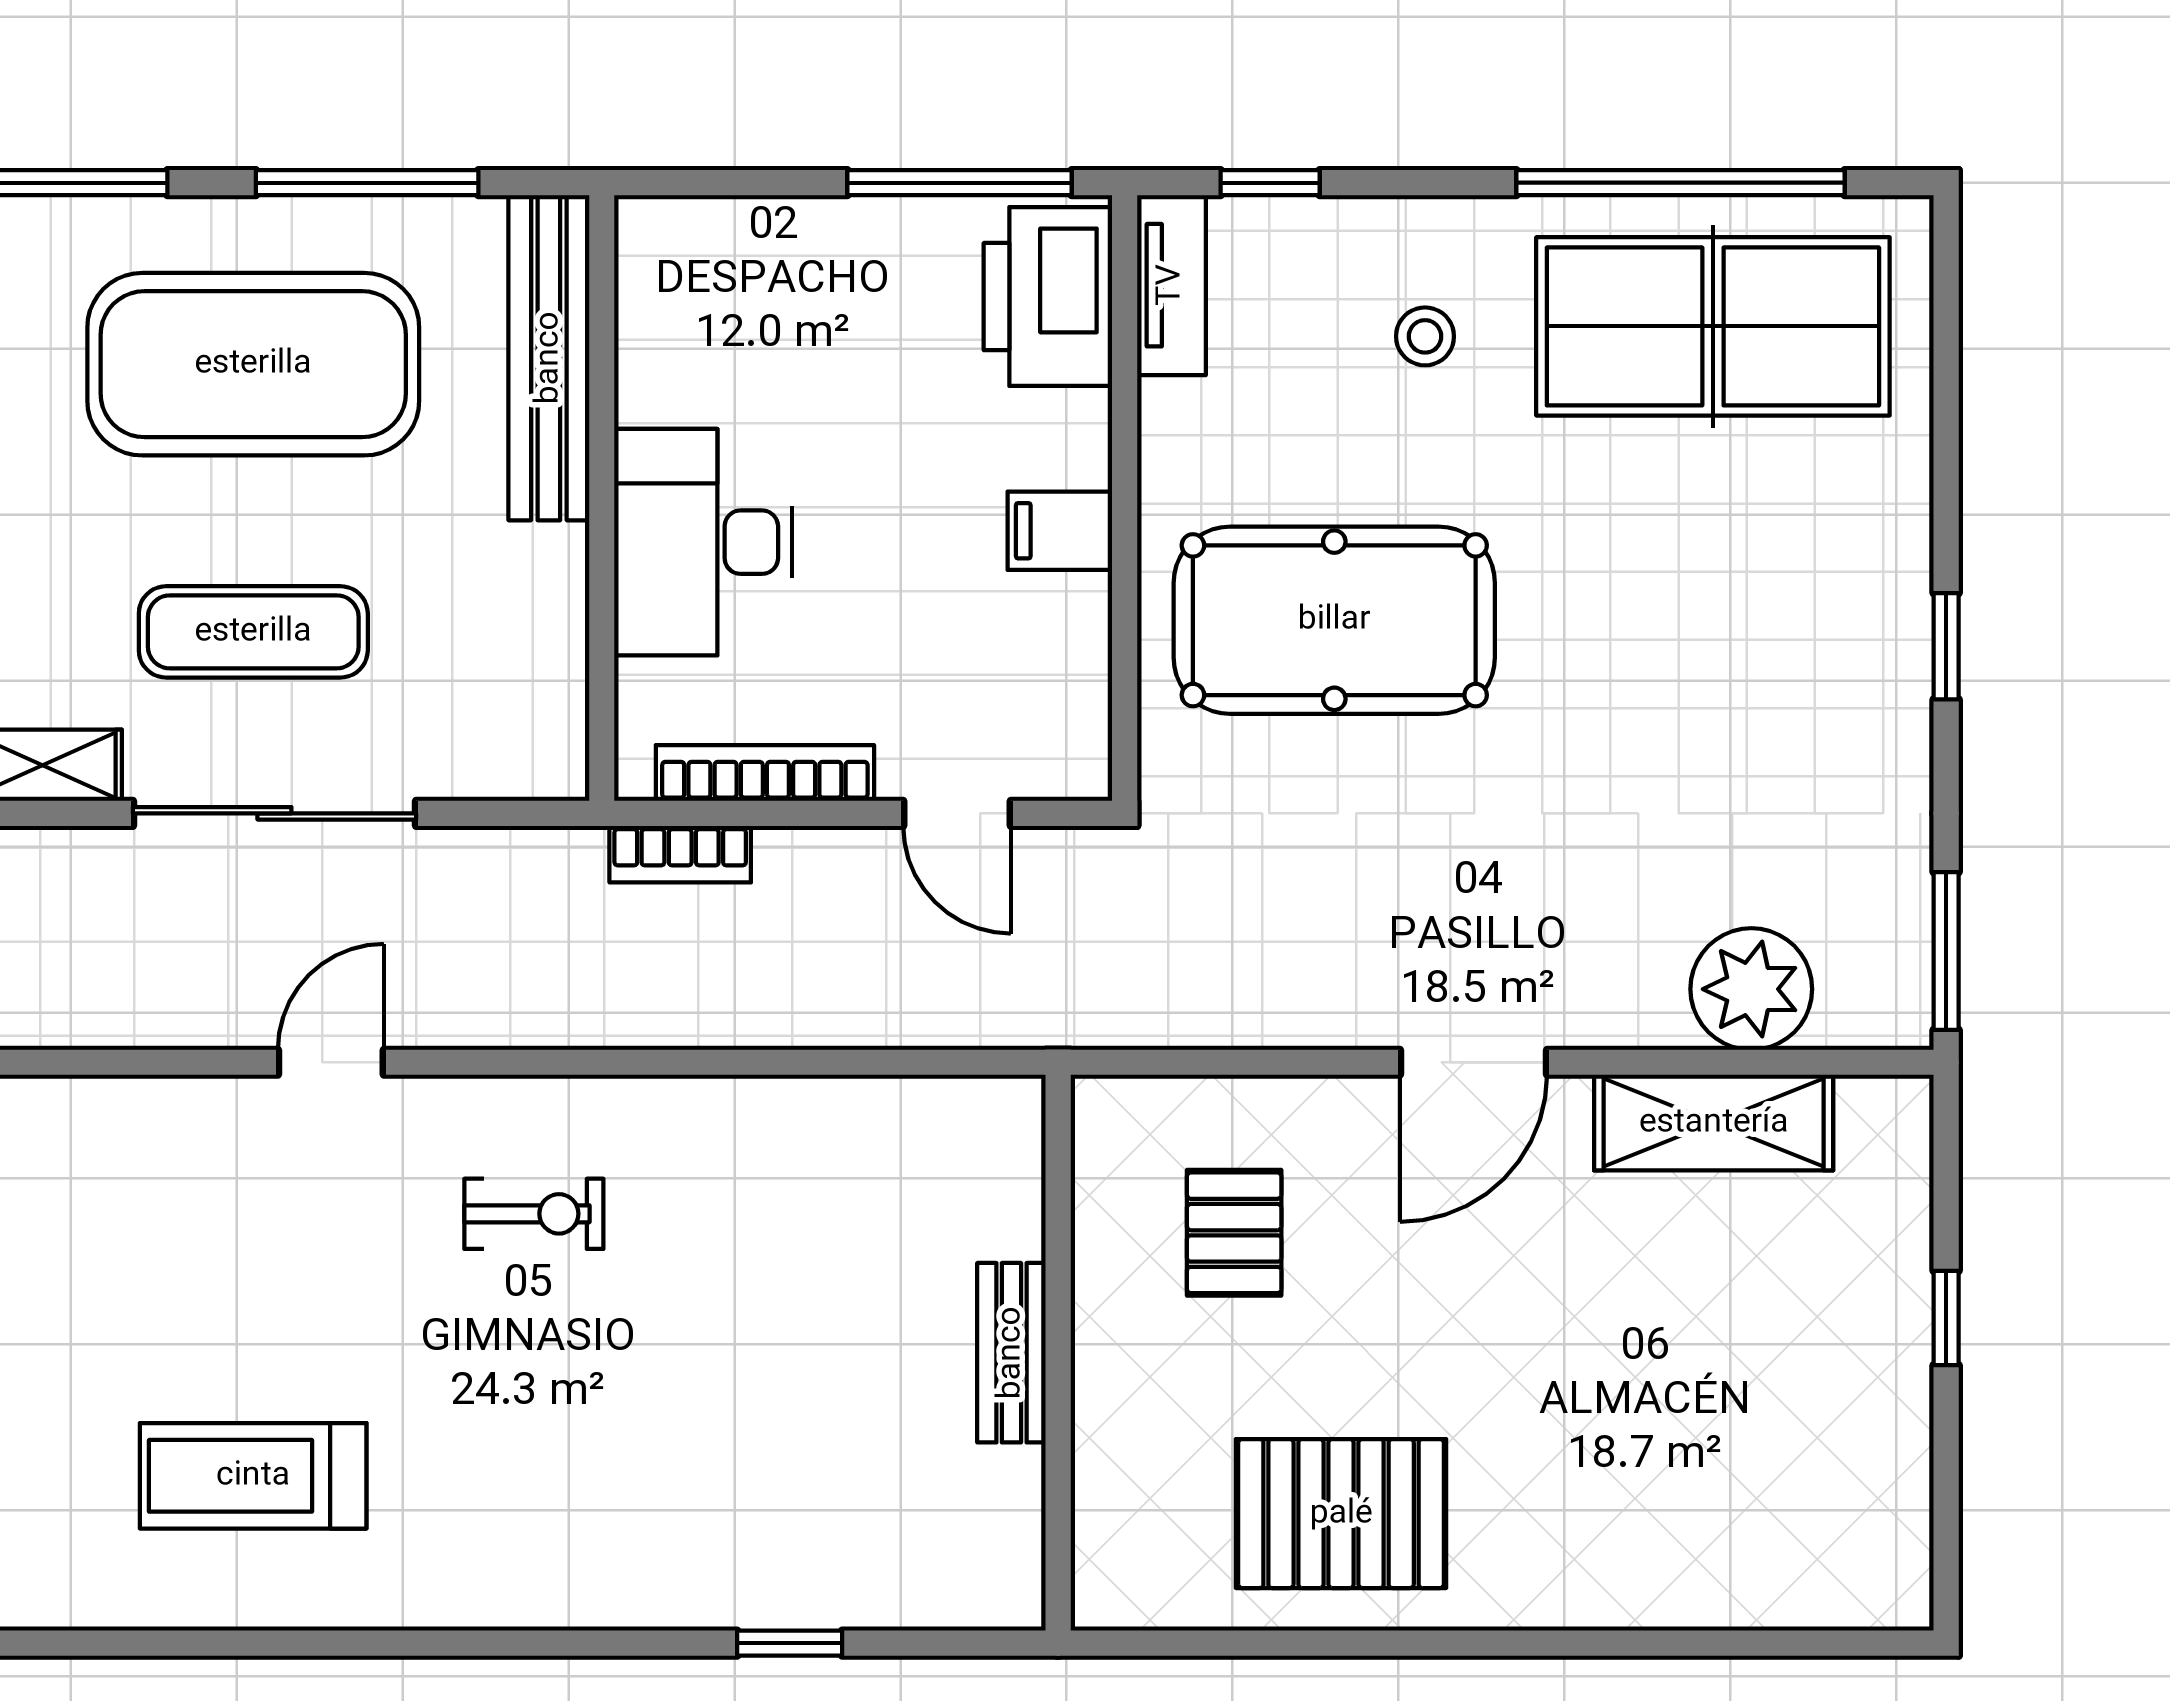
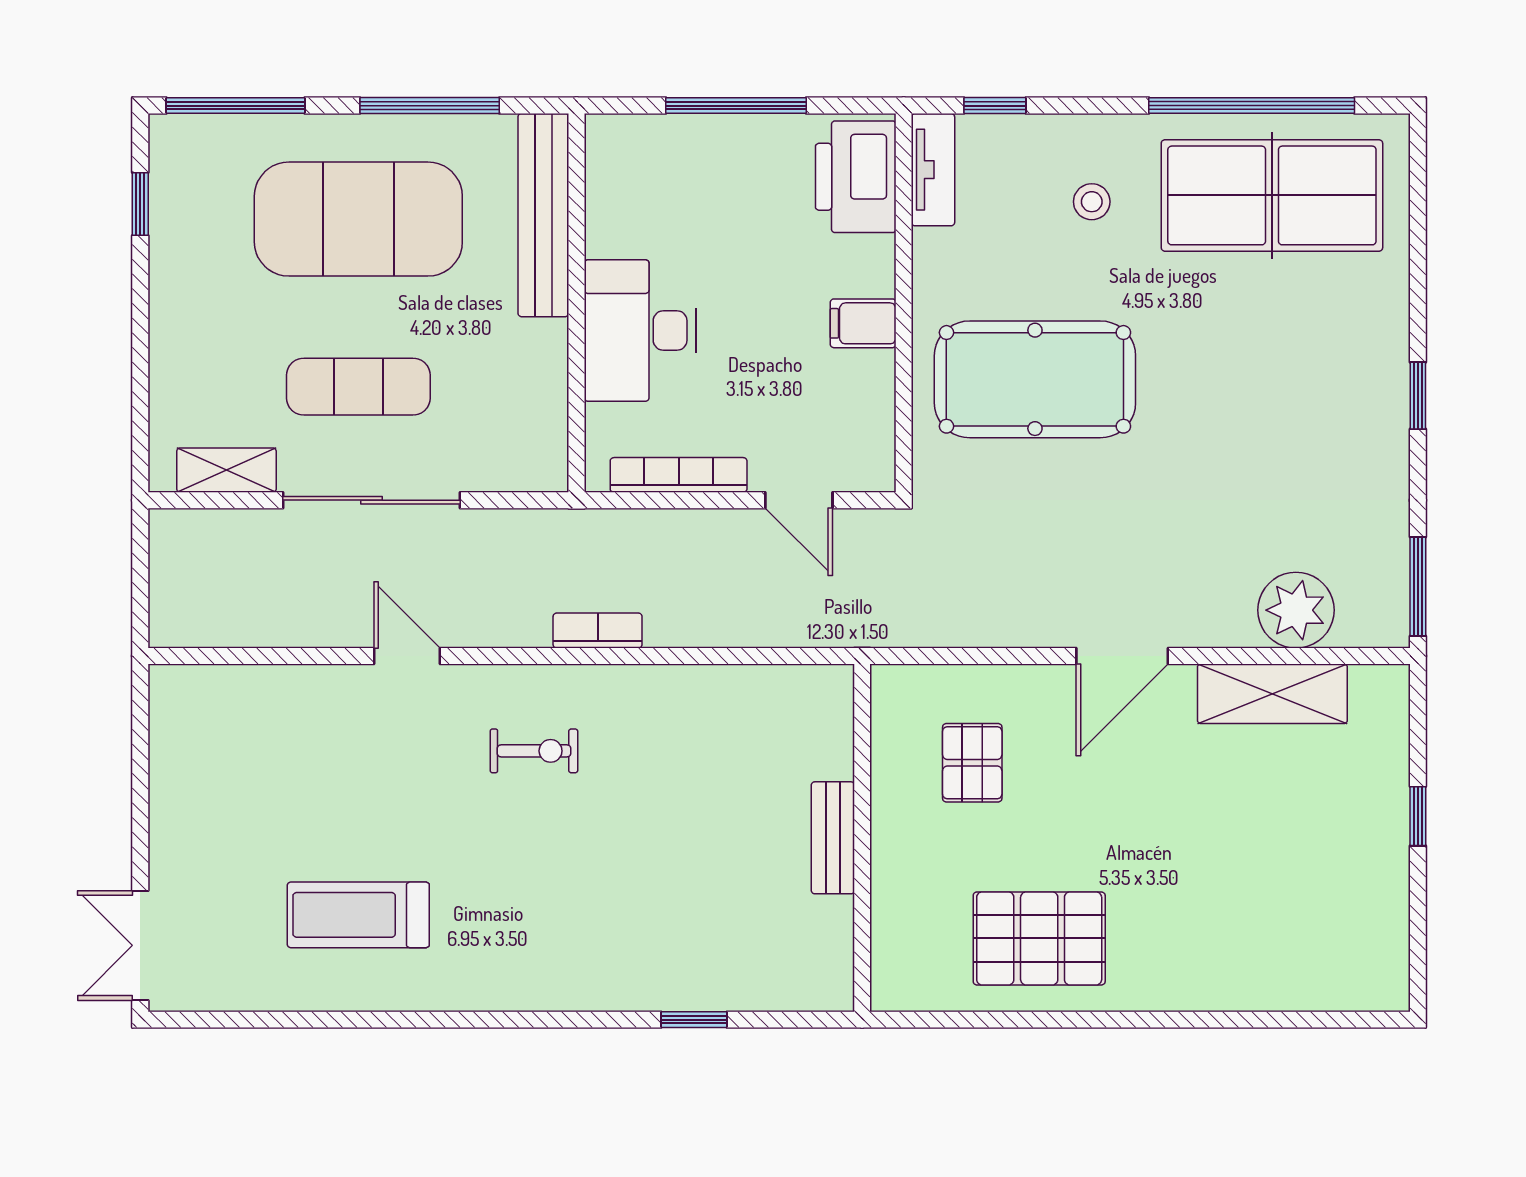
window: (960, 183) -> (736, 106), moved
bookcase: (680, 854) -> (598, 631), moved, turned 180
door: (331, 1062) -> (407, 656), hinge flipped

